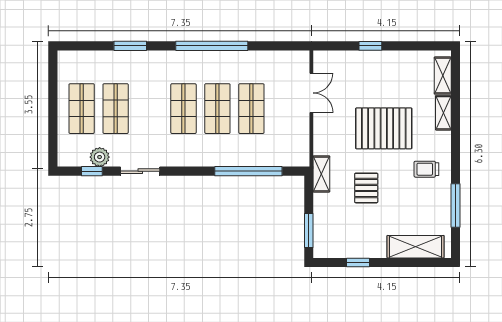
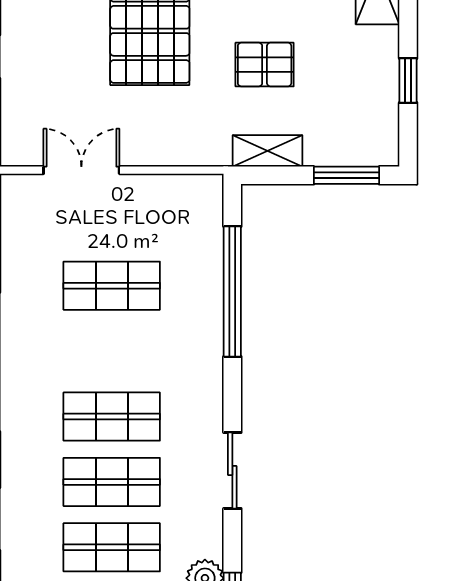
shop shelf: (217, 109) -> (112, 482), moved
sliding door: (140, 171) -> (232, 471), moved
shelving: (321, 174) -> (267, 151), moved

